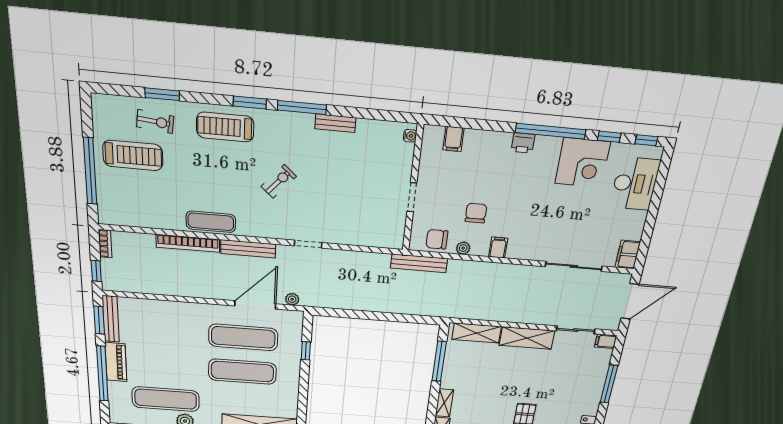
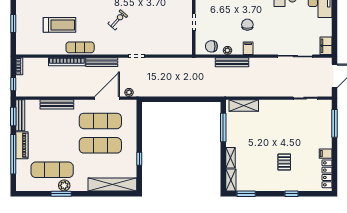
treadmill: (133, 155) -> (59, 25), moved
window: (90, 171) -> (13, 24), width x0.47
chair: (476, 213) -> (247, 25), moved
bench: (419, 263) -> (232, 62), moved
bench: (172, 308) -> (57, 104), added
shelving: (527, 338) -> (276, 106), removed
filing cabinet: (606, 341) -> (326, 154), moved
window: (306, 351) -> (139, 159), moved
window: (609, 384) -> (335, 123), moved

